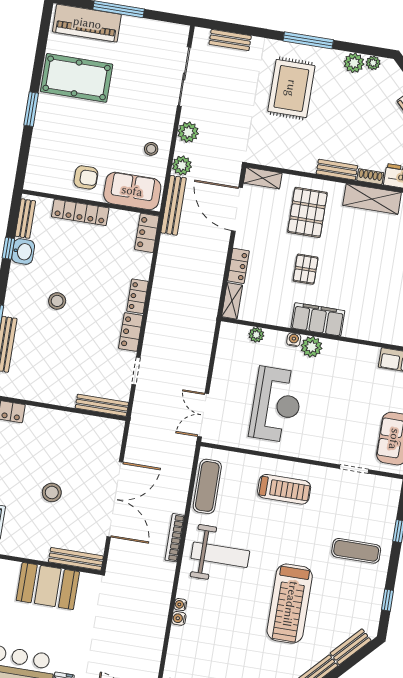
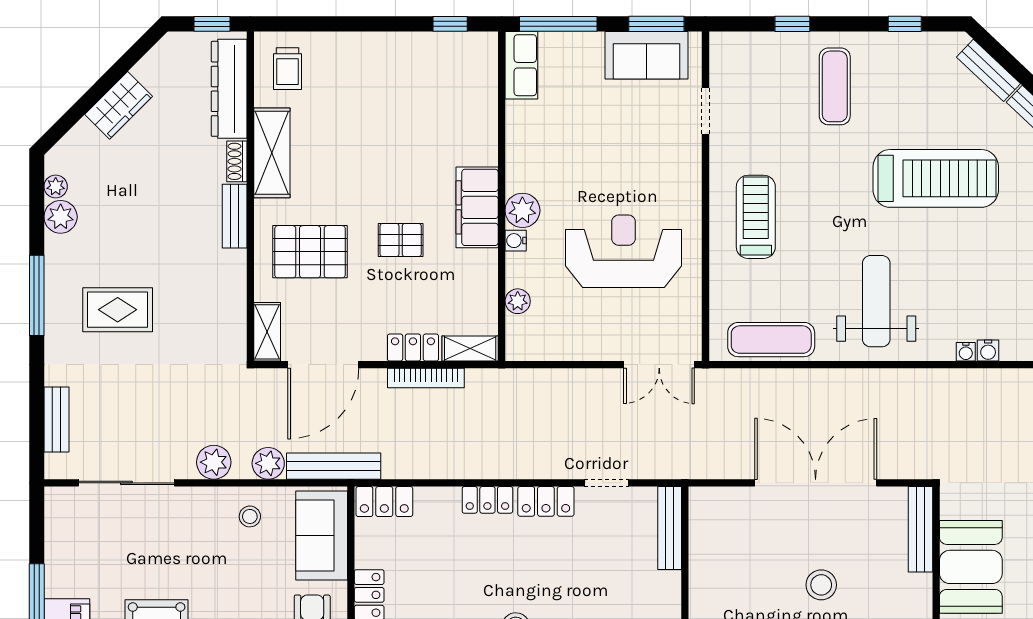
rug: (291, 88) -> (118, 310), width x0.73, depth x0.70
bookcase: (175, 538) -> (426, 378), moved

